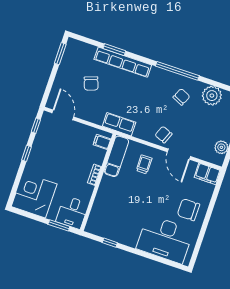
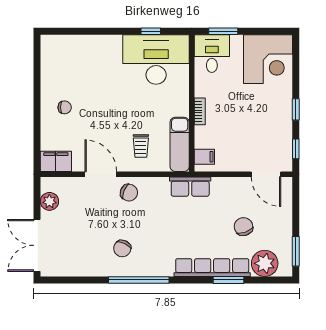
plant: (212, 96) -> (265, 263), moved
chair: (188, 210) -> (65, 107), width x0.54, depth x0.54
desk: (165, 239) -> (156, 60), moved

